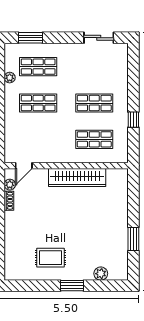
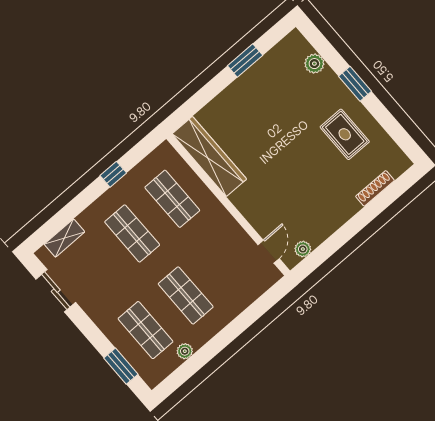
shelving: (122, 66) -> (64, 238), added
door: (24, 166) -> (269, 252), hinge flipped
wardrobe: (77, 178) -> (209, 156), moved
shoe rack: (9, 201) -> (375, 188), moved, width x1.43

